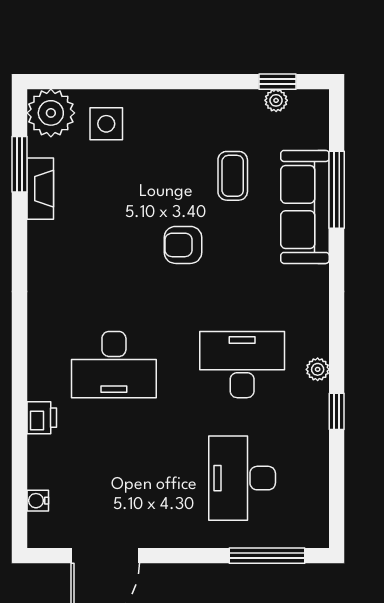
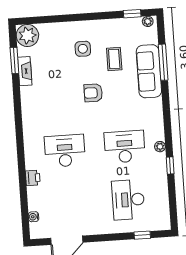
plant: (276, 100) -> (148, 21), moved
side table: (106, 124) -> (83, 49), moved
desk: (114, 365) -> (65, 151), turned 180
window: (267, 556) -> (142, 235), width x0.46

